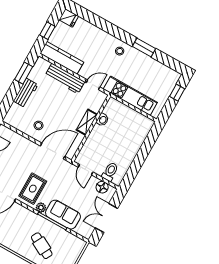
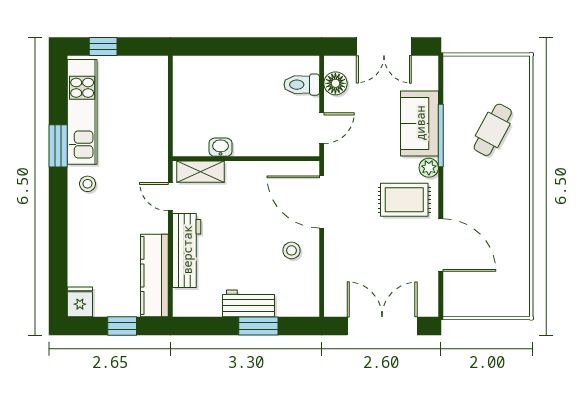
window: (24, 73) -> (258, 326), moved
kitchen unit: (130, 96) -> (82, 112), moved, turned 180
shelving: (87, 122) -> (201, 172), moved

